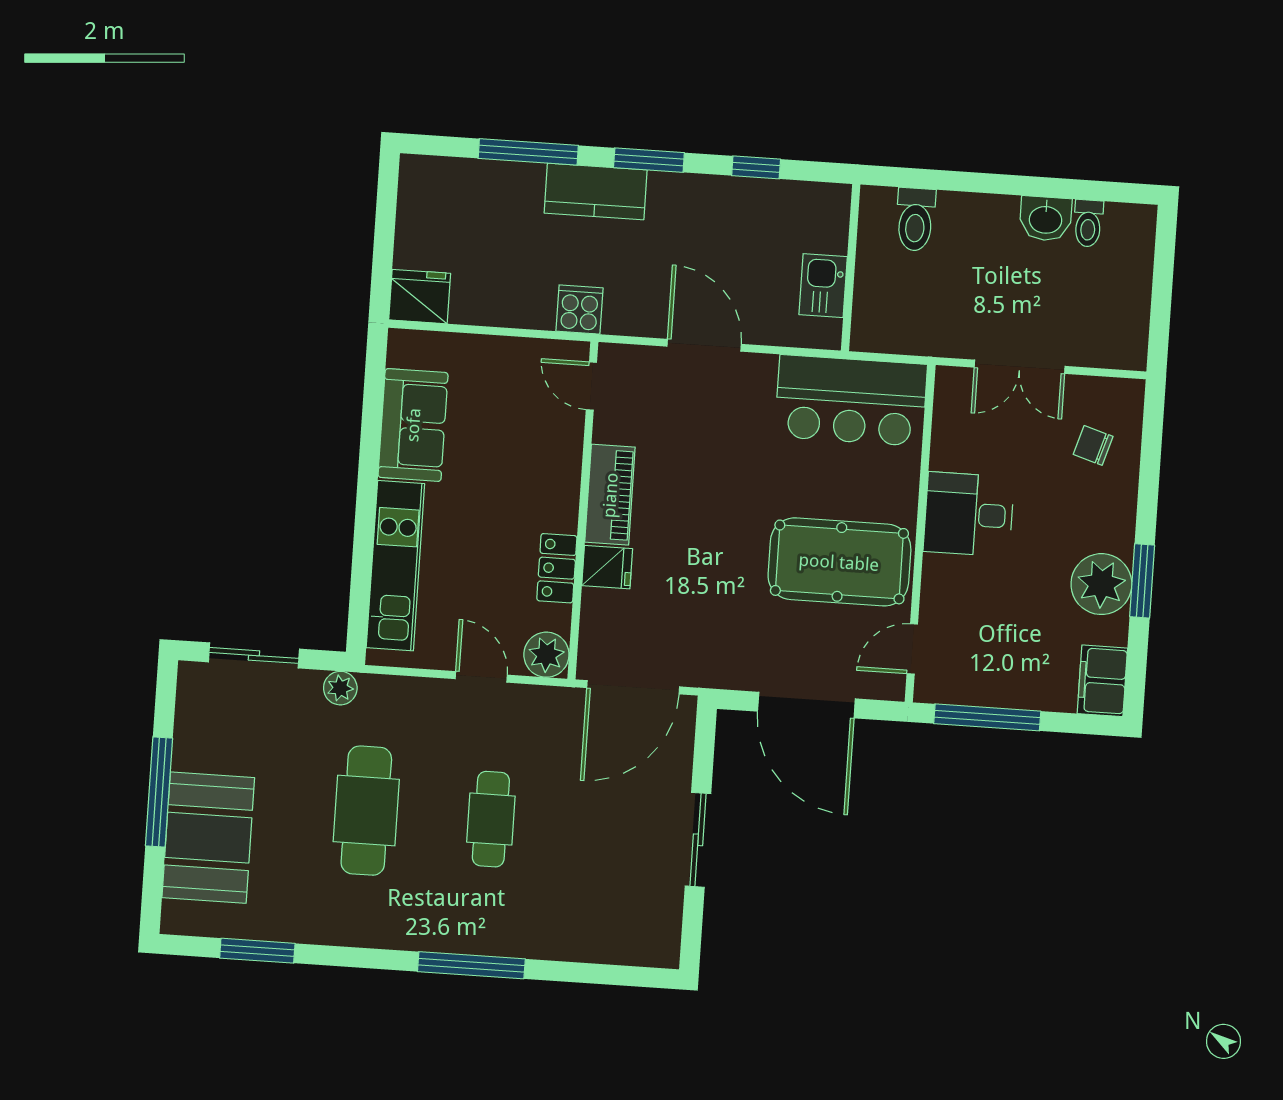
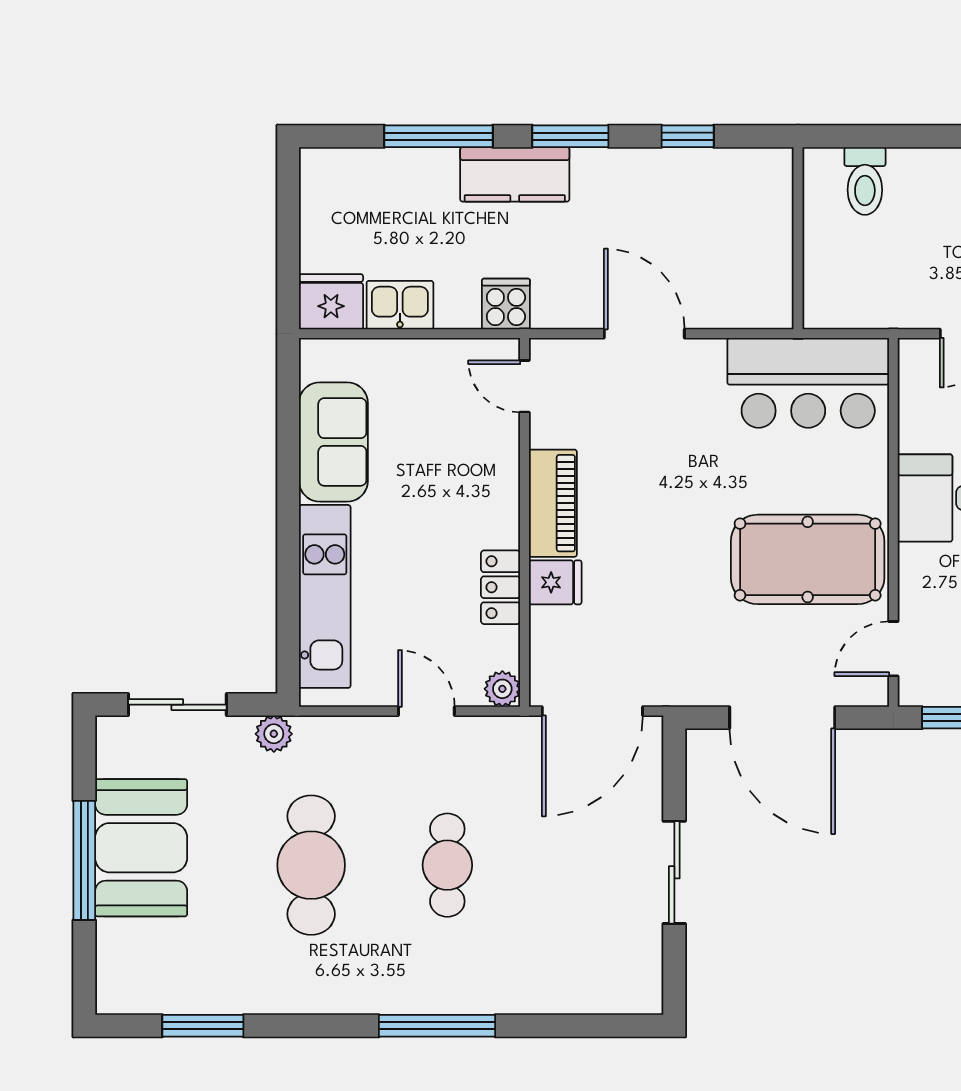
kitchen sink: (823, 286) -> (400, 305), moved, turned 90
plant: (546, 655) -> (502, 689), width x0.73, depth x0.73
booth: (208, 838) -> (141, 848), moved

